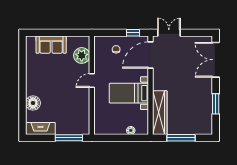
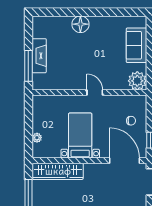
plant: (82, 55) -> (137, 81), moved
floor lamp: (33, 103) -> (80, 24), moved
fireplace: (40, 128) -> (39, 56), moved

